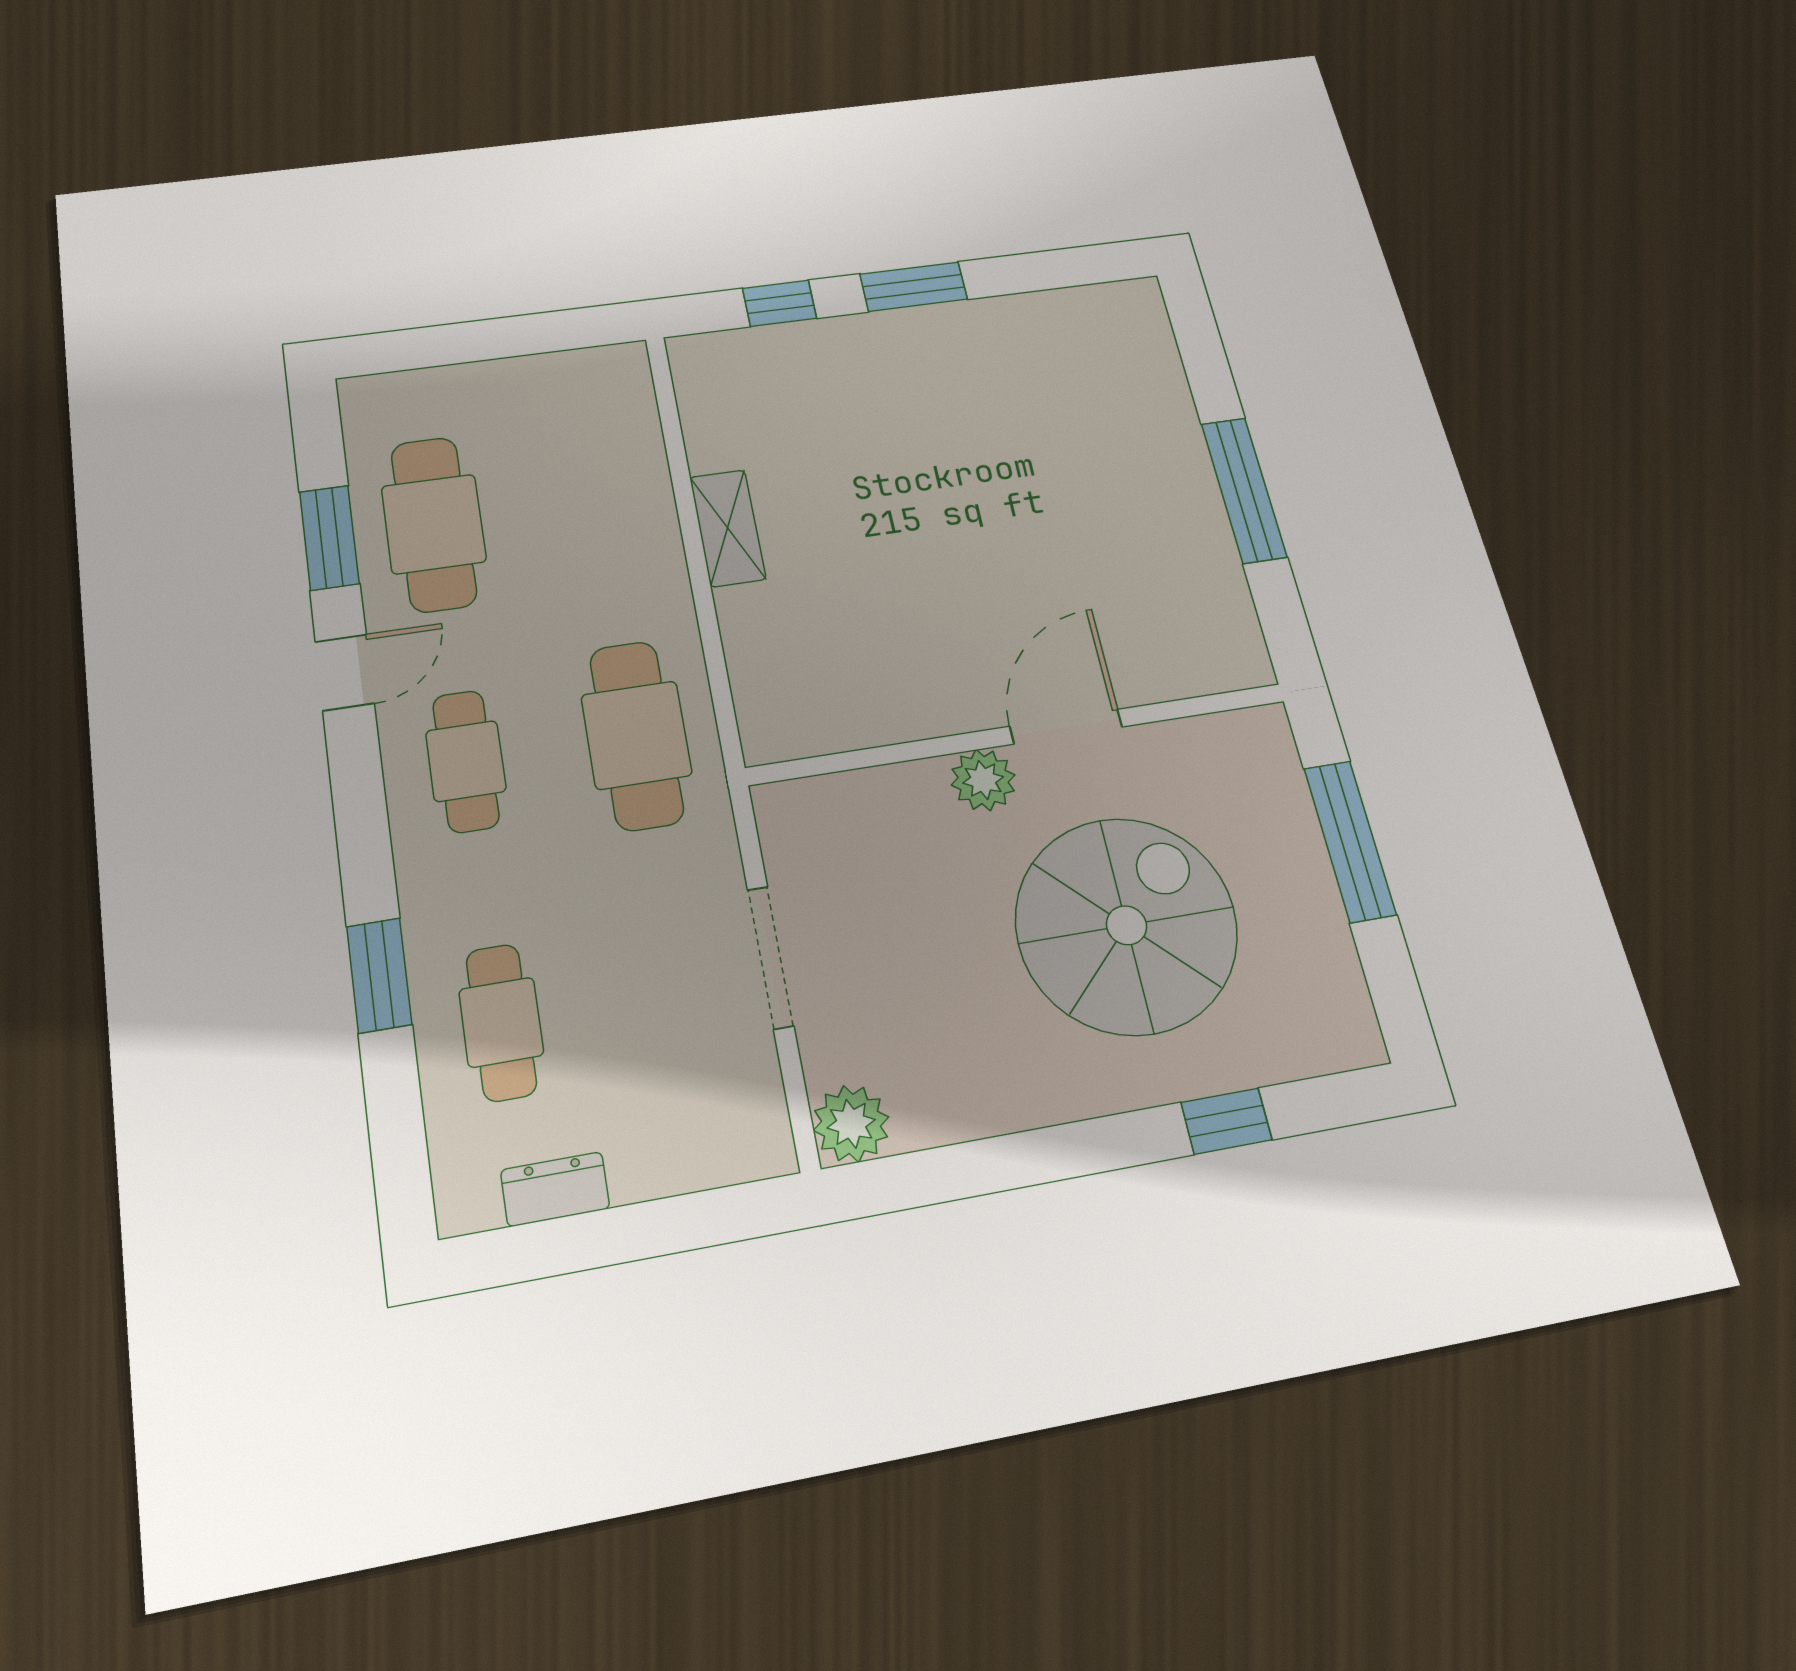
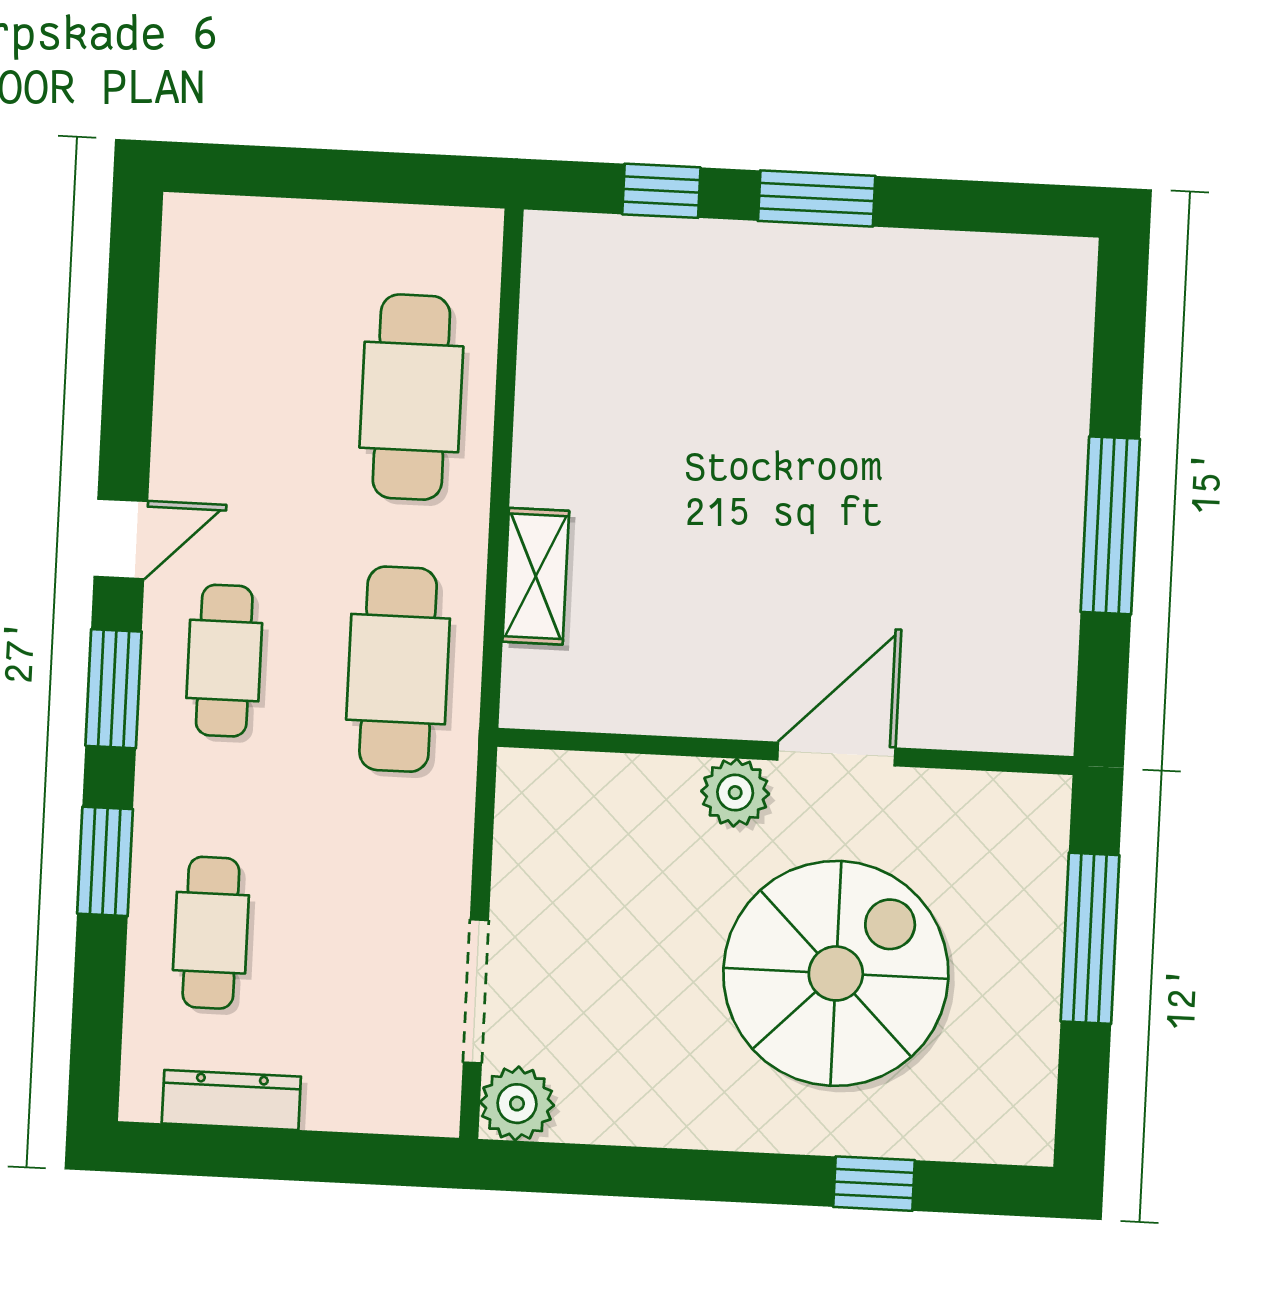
cafe table: (434, 524) -> (411, 397), moved
shelving: (728, 528) -> (536, 576), moved
window: (329, 538) -> (114, 689), moved
doorway: (771, 957) -> (476, 991), moved
dresser: (555, 1189) -> (231, 1100), width x1.44

